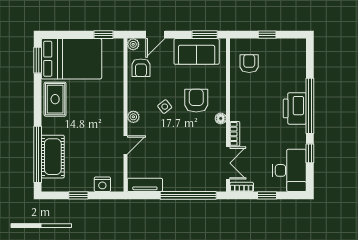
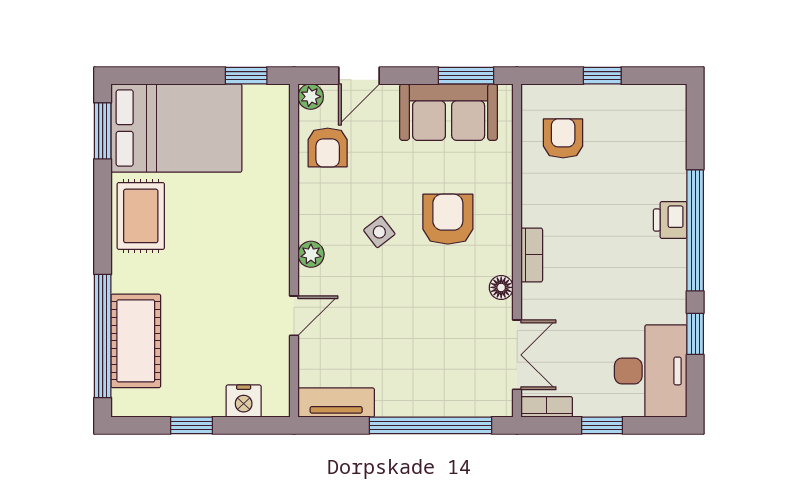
printer: (295, 108) -> (670, 220), width x0.53, depth x0.68
floor lamp: (221, 118) -> (501, 287), moved
bookcase: (235, 134) -> (532, 255), moved

